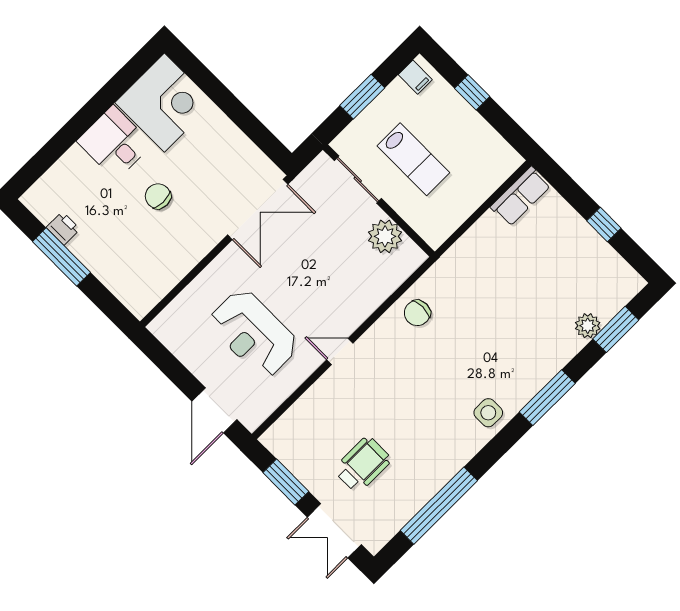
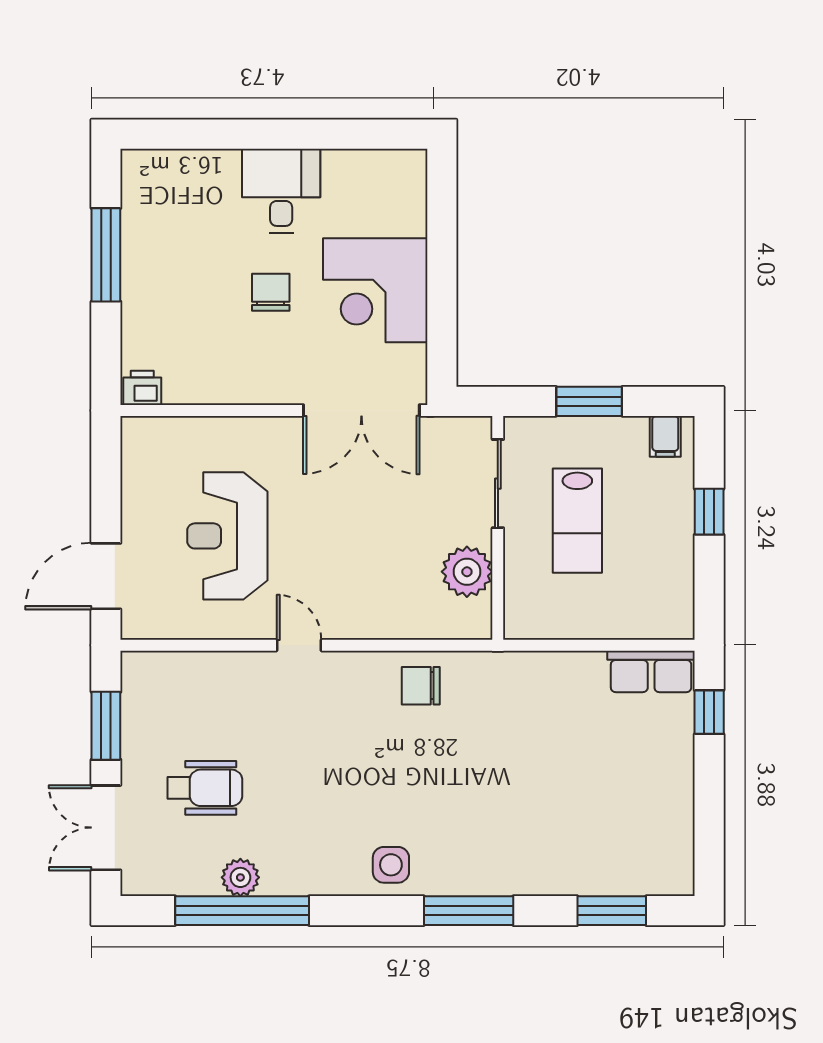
corner desk: (164, 103) -> (375, 290), moved, turned 90
window: (604, 224) -> (709, 712), moved
printer: (63, 228) -> (142, 388), moved, turned -90
plant: (588, 326) -> (240, 877), moved

